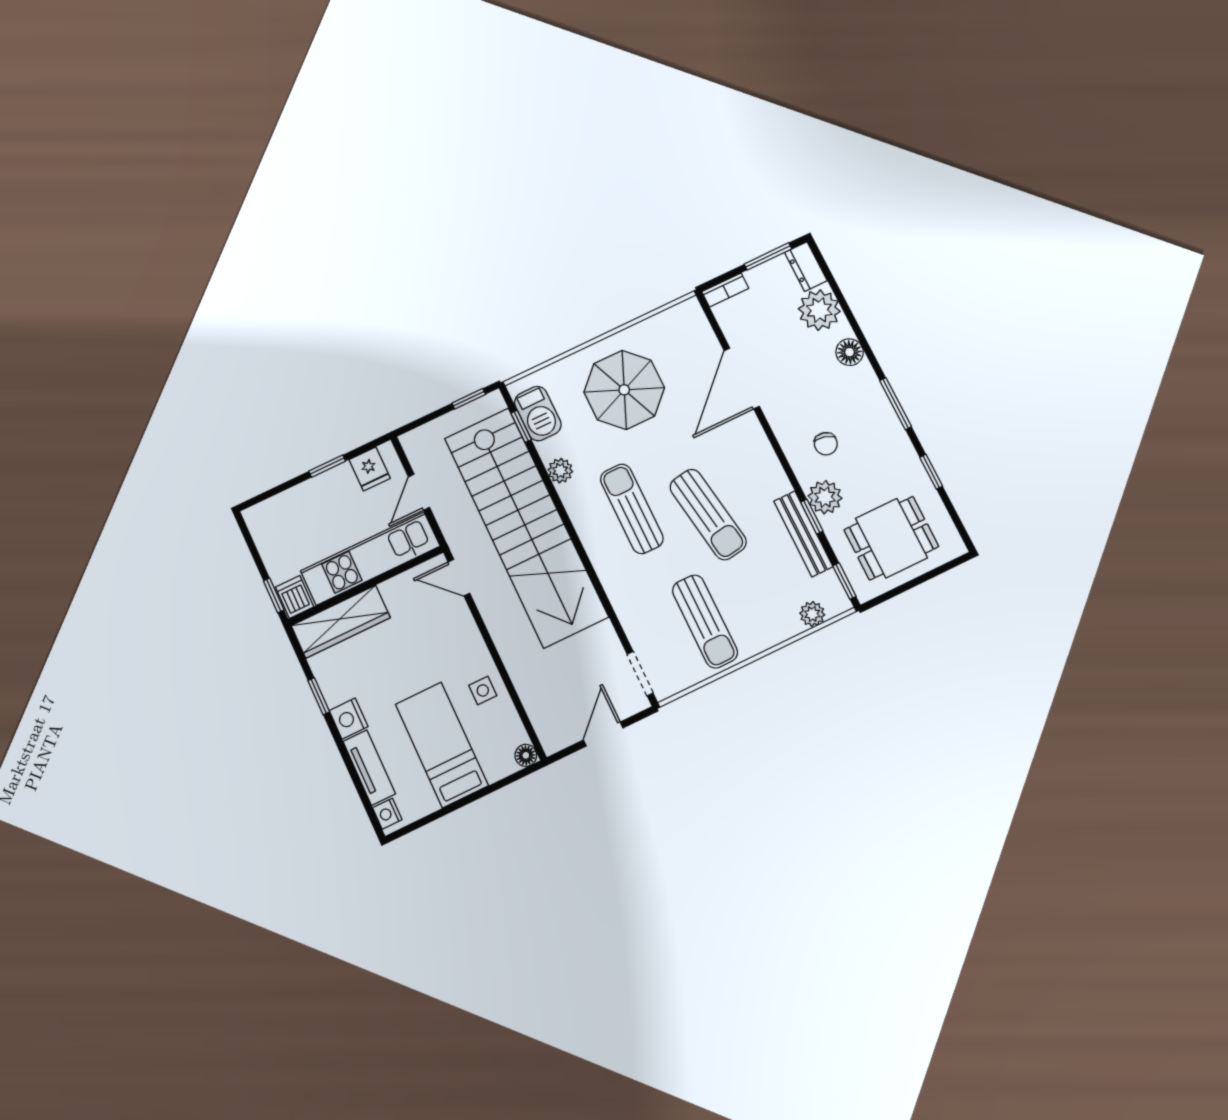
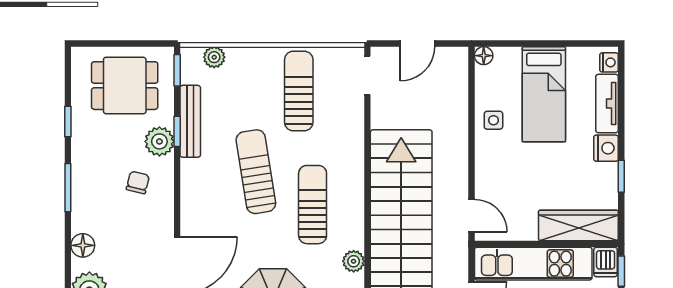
sun lounger: (632, 509) -> (313, 205), turned 180

